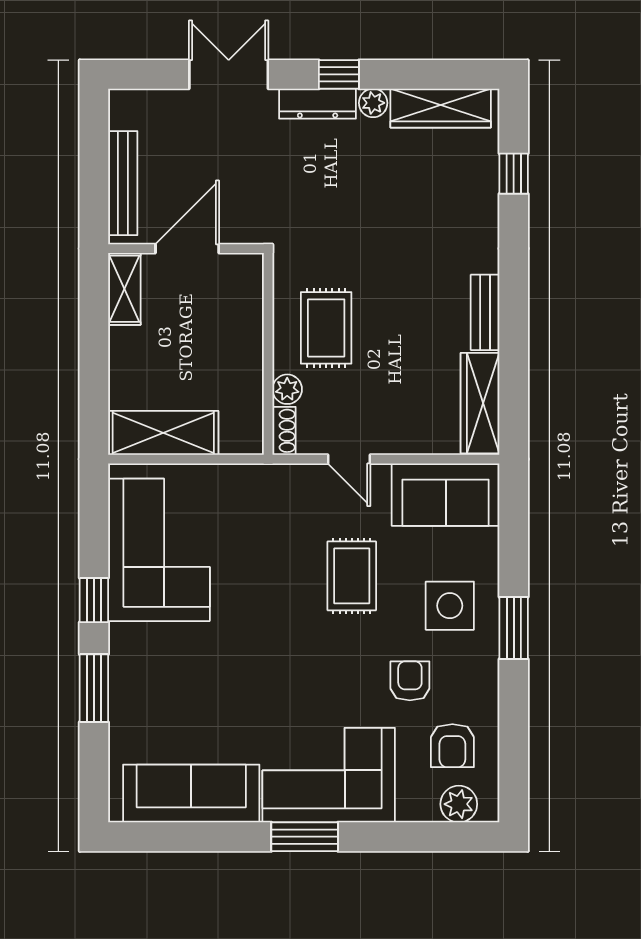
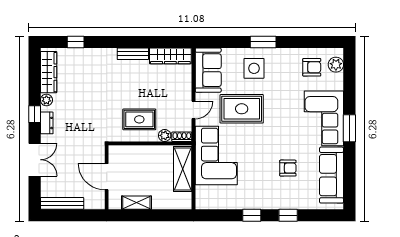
double door: (229, 74) -> (35, 160), swing flipped
dresser: (318, 104) -> (47, 123), width x0.70
bench: (123, 183) -> (62, 203), moved
shelving: (124, 289) -> (136, 203), moved
shelving: (163, 433) -> (183, 169), moved
corner sofa: (159, 550) -> (216, 155), moved, turned 90
rug: (352, 576) -> (242, 109), width x1.36, depth x1.43
armchair: (410, 681) -> (288, 168), moved, turned 180
window: (94, 688) -> (288, 215), width x0.67

